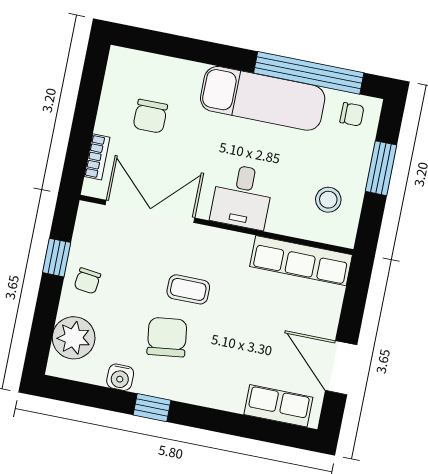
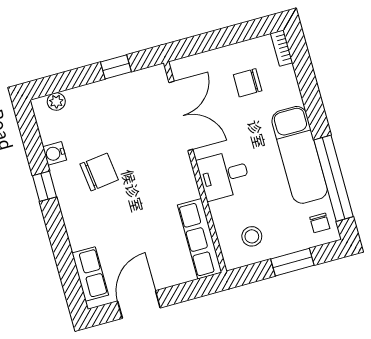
bookcase: (97, 157) -> (282, 48), moved, turned 90
chair: (87, 281) -> (110, 97), removed
coffee table: (188, 289) -> (140, 170), removed
plant: (74, 338) -> (56, 102), width x0.53, depth x0.53

